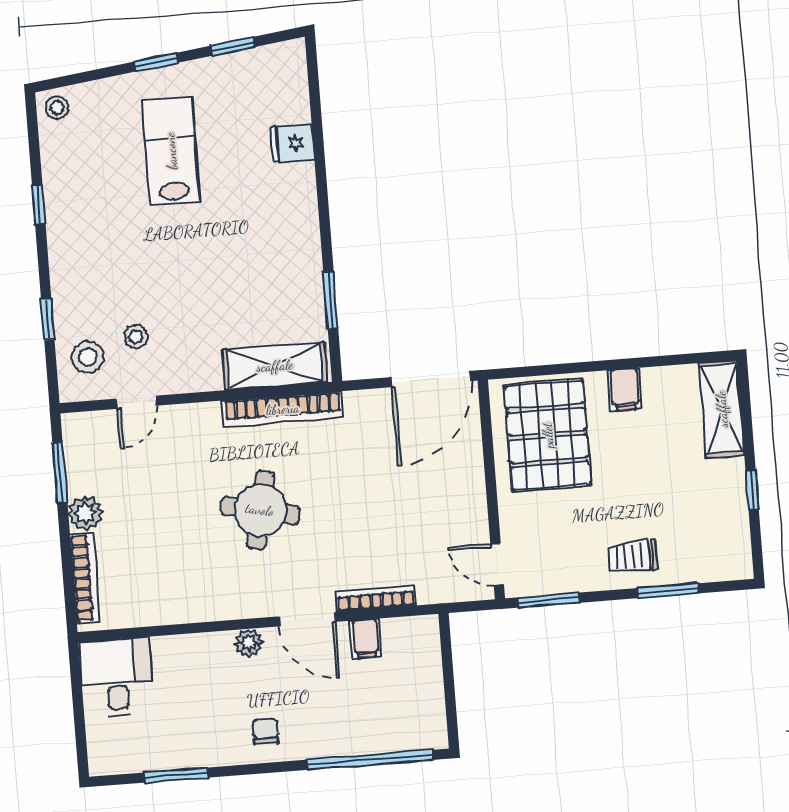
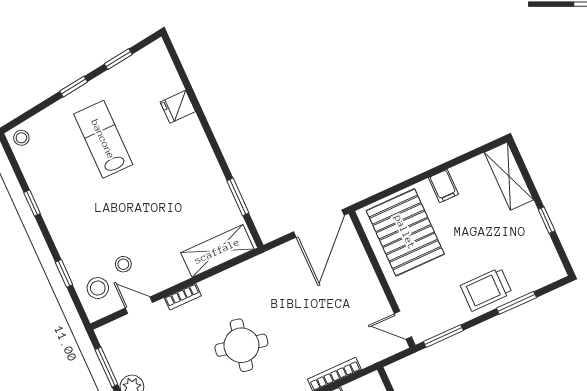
door: (137, 402) -> (139, 305), swing flipped
bookcase: (283, 409) -> (183, 297), moved, width x0.43, depth x0.76
trolley: (632, 556) -> (486, 289), width x1.36, depth x1.39

